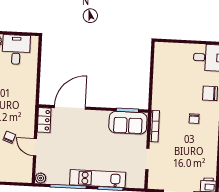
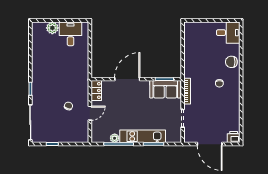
door: (70, 107) -> (127, 79), moved
door: (35, 147) -> (90, 113), swing flipped
plant: (41, 178) -> (115, 138), moved

